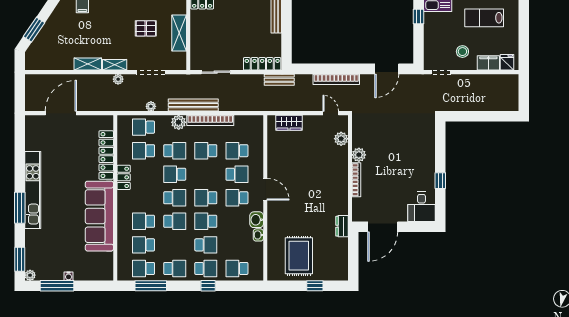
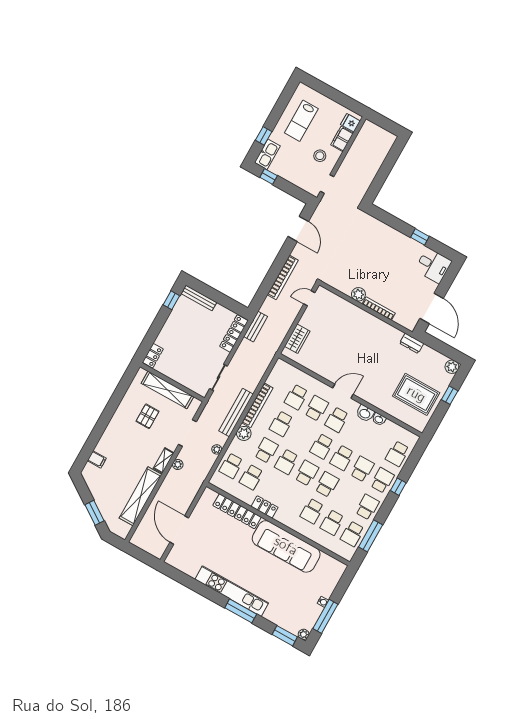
shelving: (179, 33) -> (167, 390), width x1.47
shelving: (88, 64) -> (140, 496), width x2.20, depth x1.33
plant: (341, 139) -> (452, 367), moved

